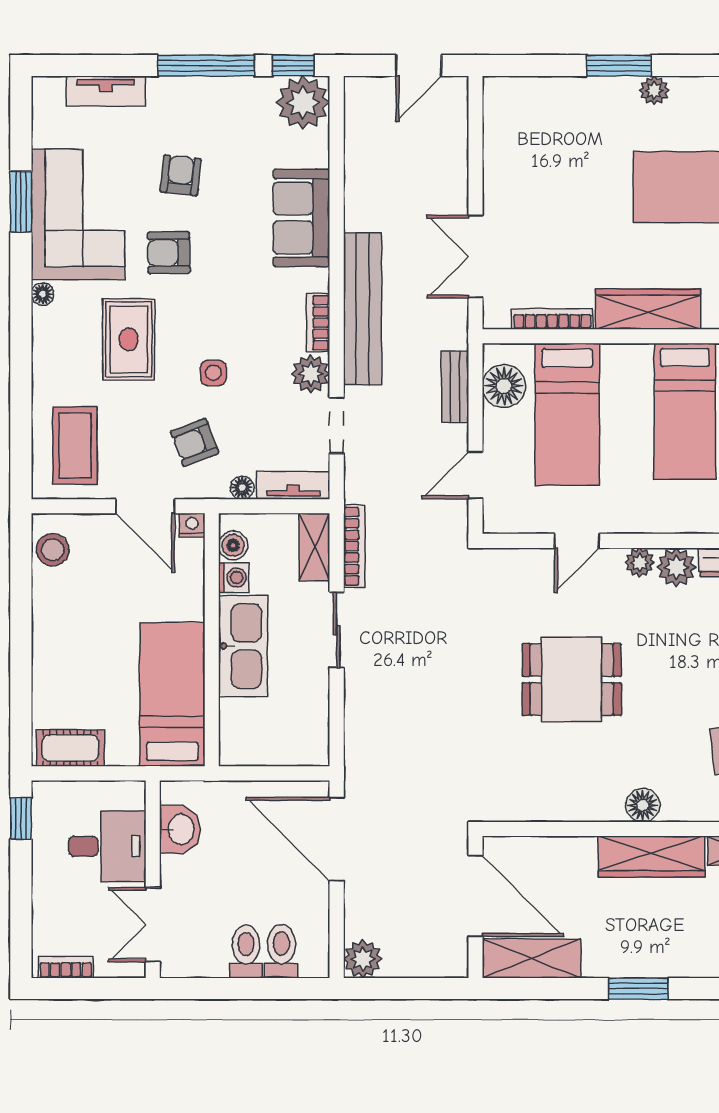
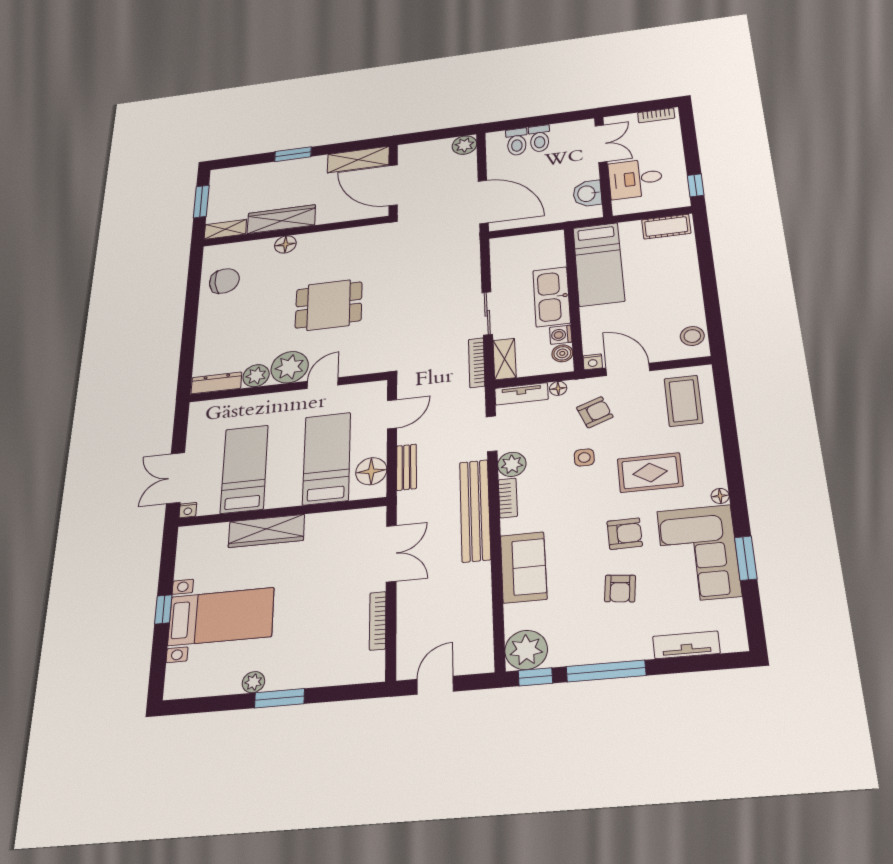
bookcase: (552, 319) -> (378, 621), moved, turned 90
rug: (129, 339) -> (650, 473), turned 90
plant: (640, 563) -> (290, 367), width x1.87, depth x1.87

